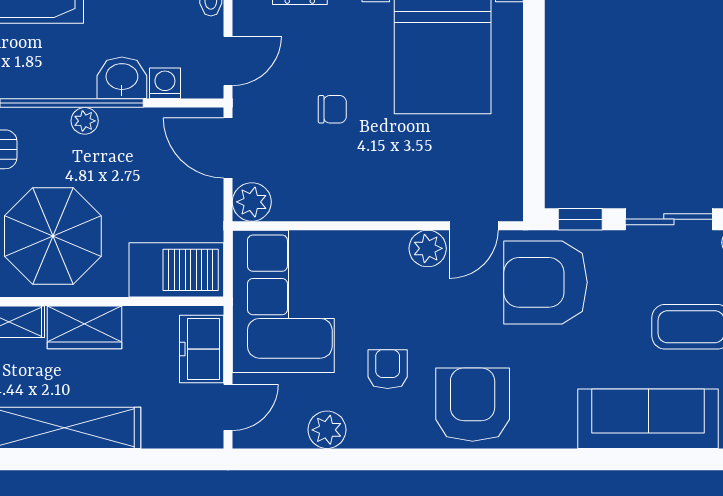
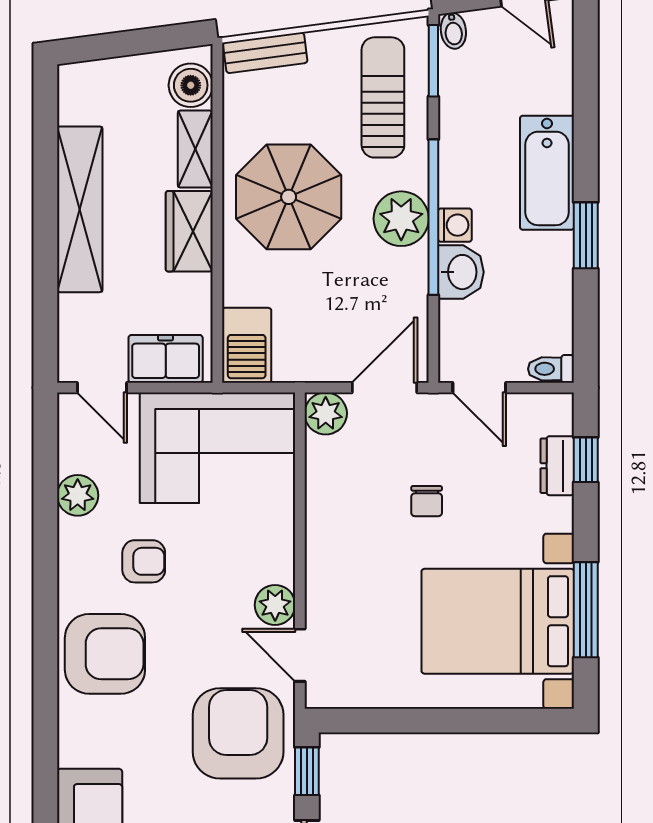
washing machine: (165, 83) -> (455, 225), moved
plant: (85, 121) -> (401, 219), width x1.87, depth x1.87
barbecue: (176, 270) -> (247, 345), width x0.73, depth x0.83

